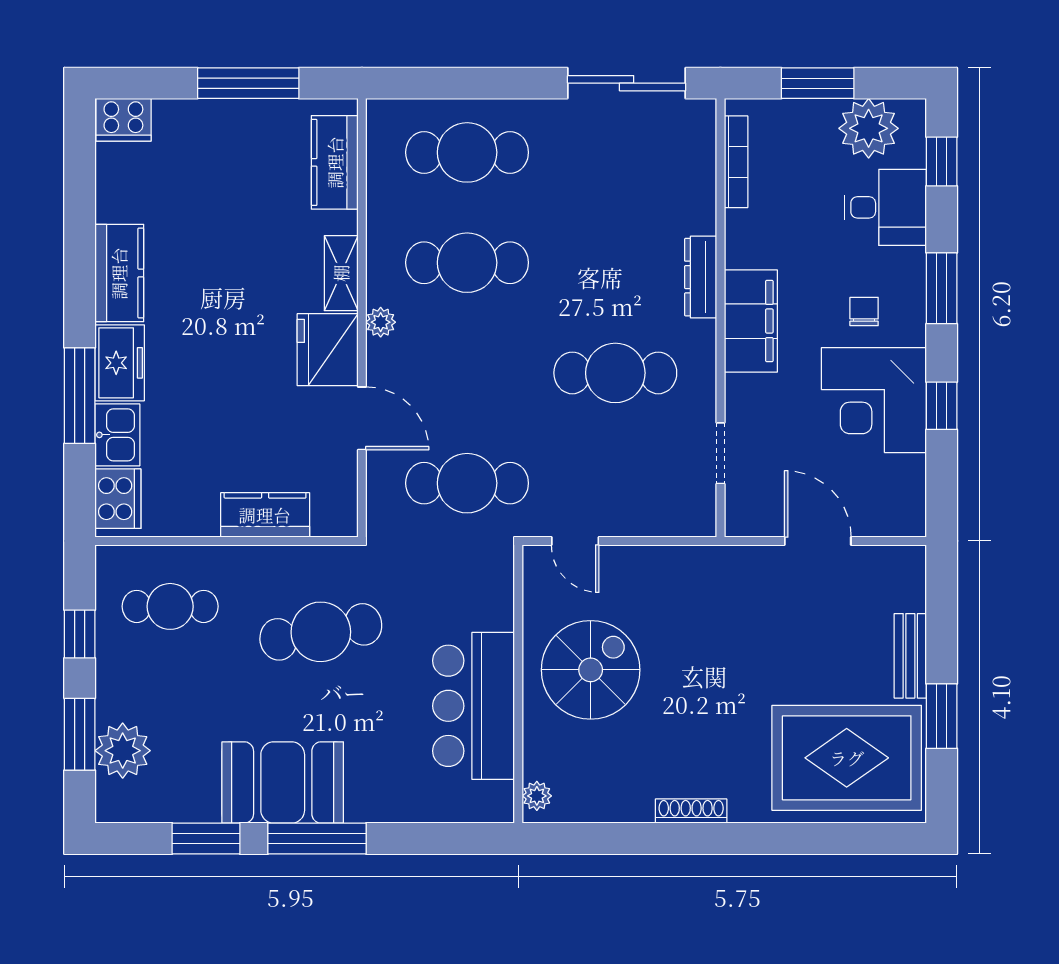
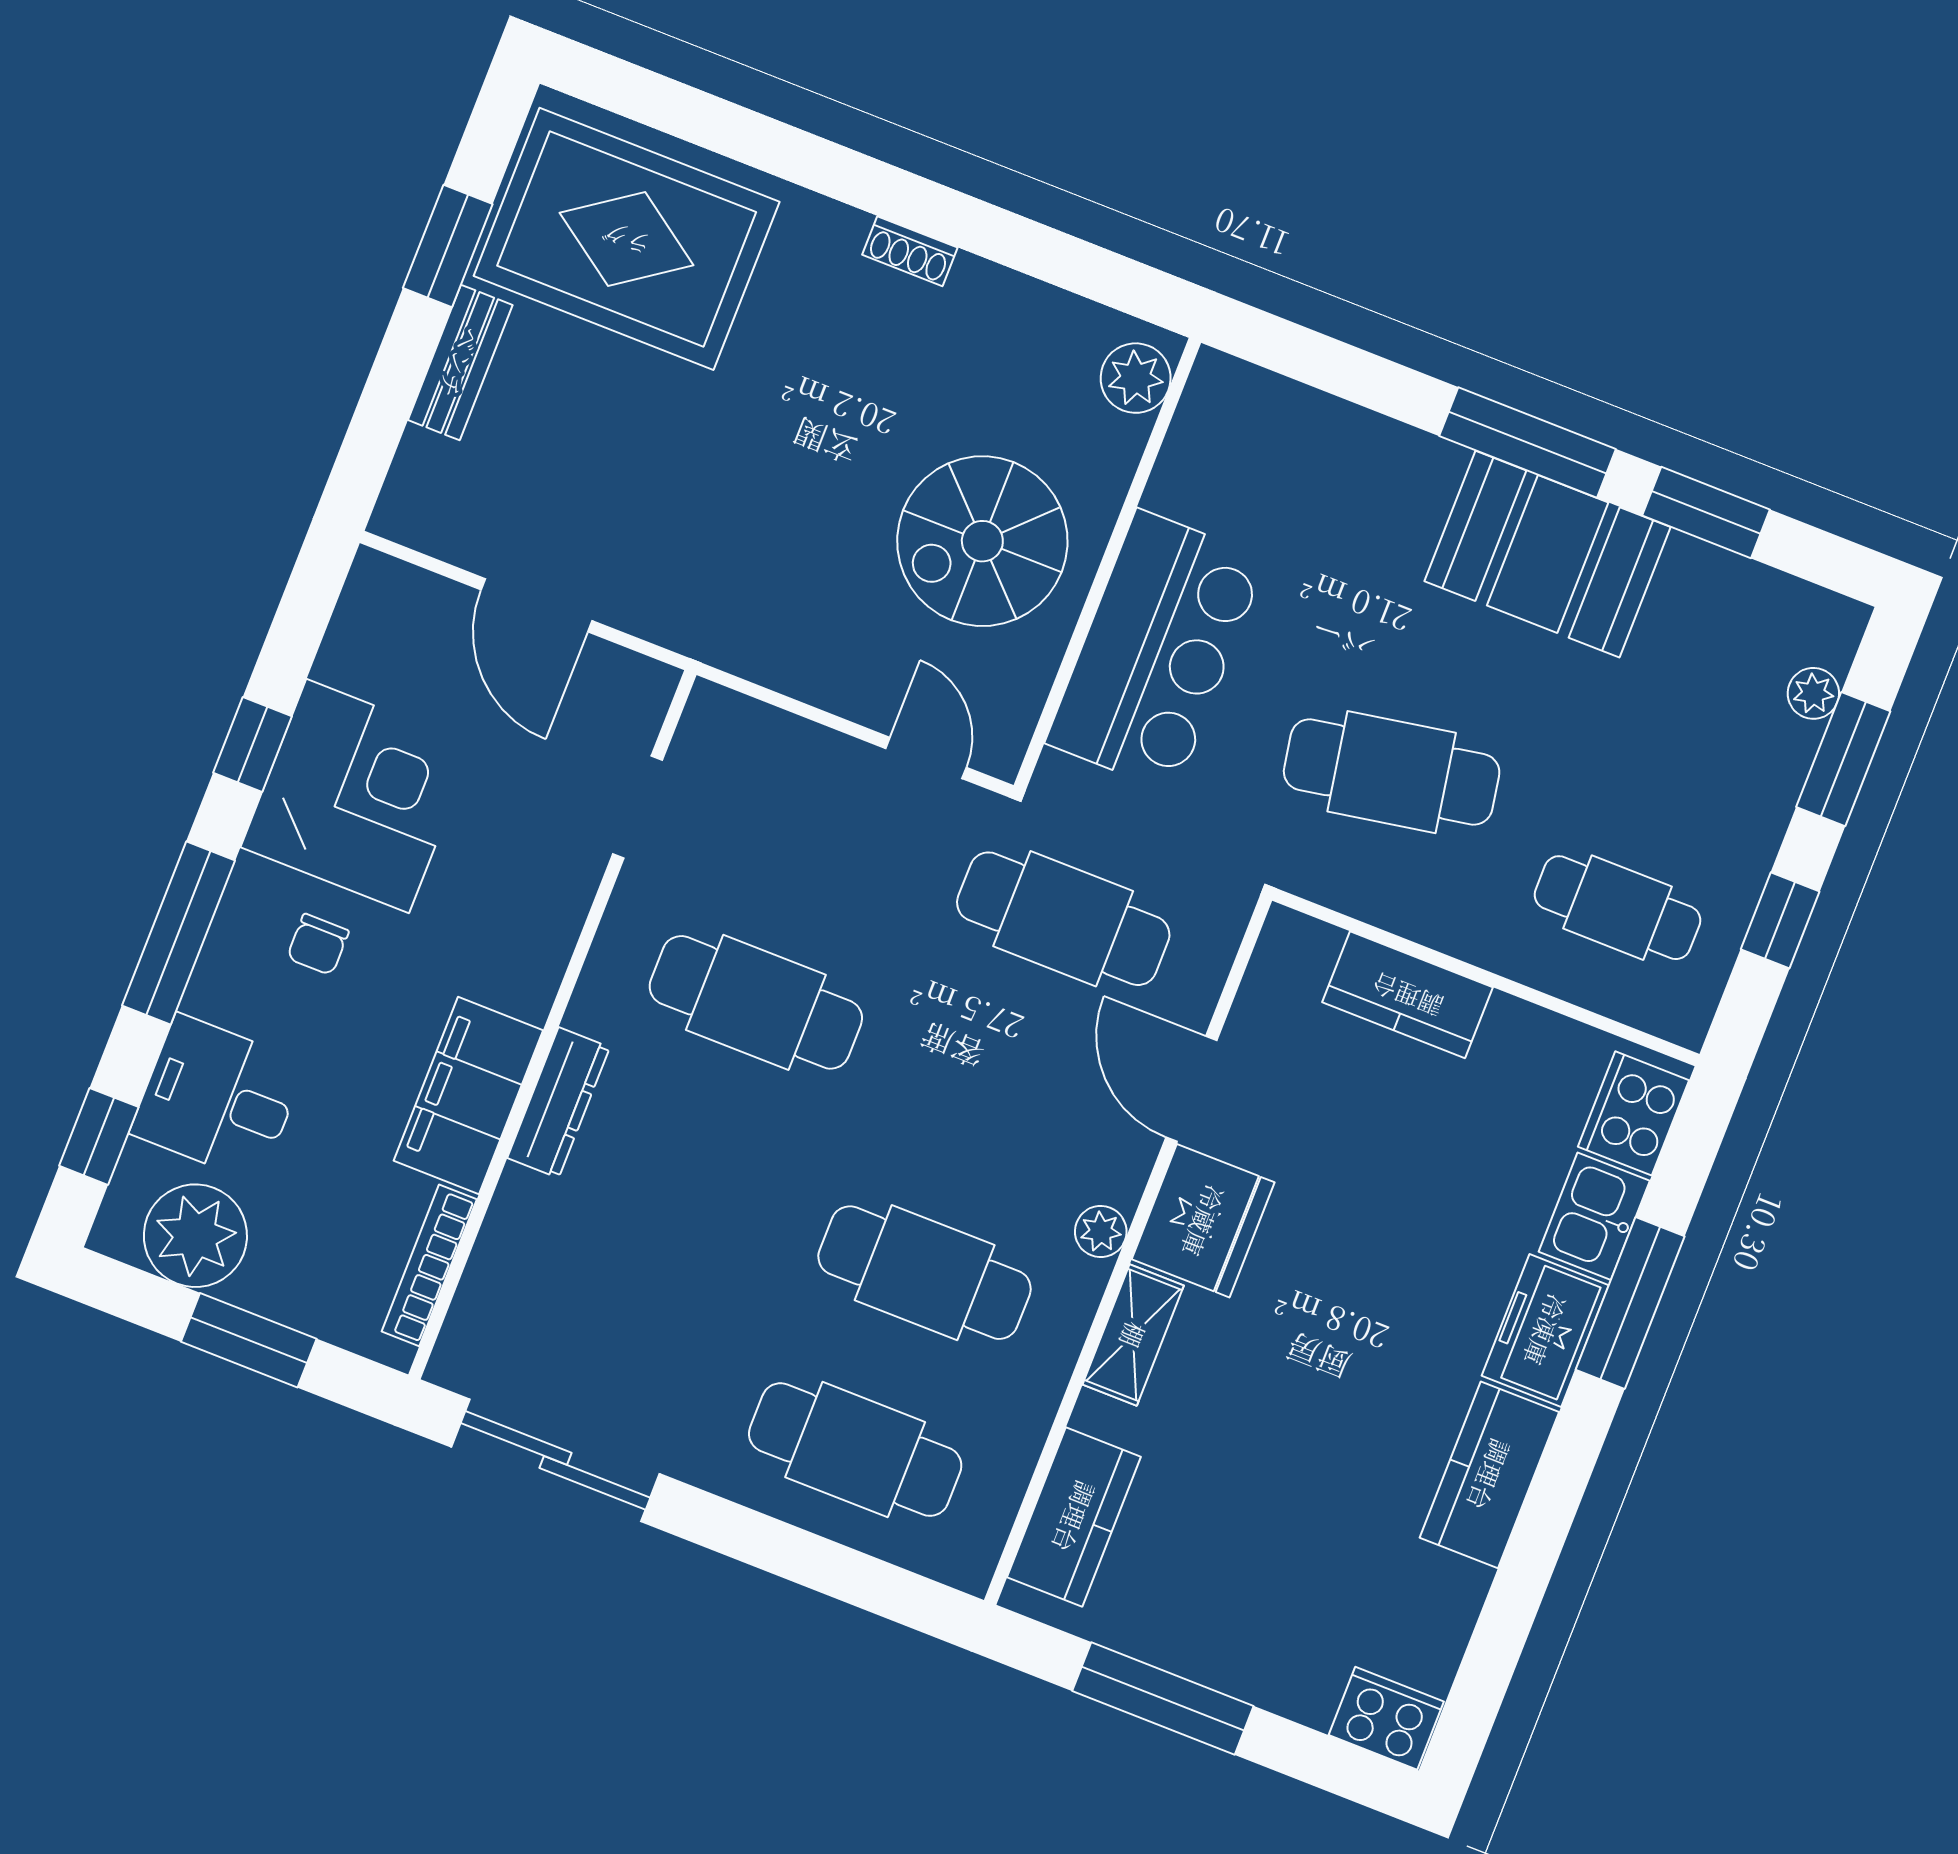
window: (942, 288) -> (179, 933), width x1.44
filing cabinet: (751, 321) -> (468, 1095), moved
bar counter: (474, 706) -> (1156, 651), moved
plant: (123, 751) -> (1813, 693), width x0.53, depth x0.53
plant: (537, 796) -> (1136, 378), width x1.38, depth x1.38
shoe rack: (691, 811) -> (910, 251), width x0.70

